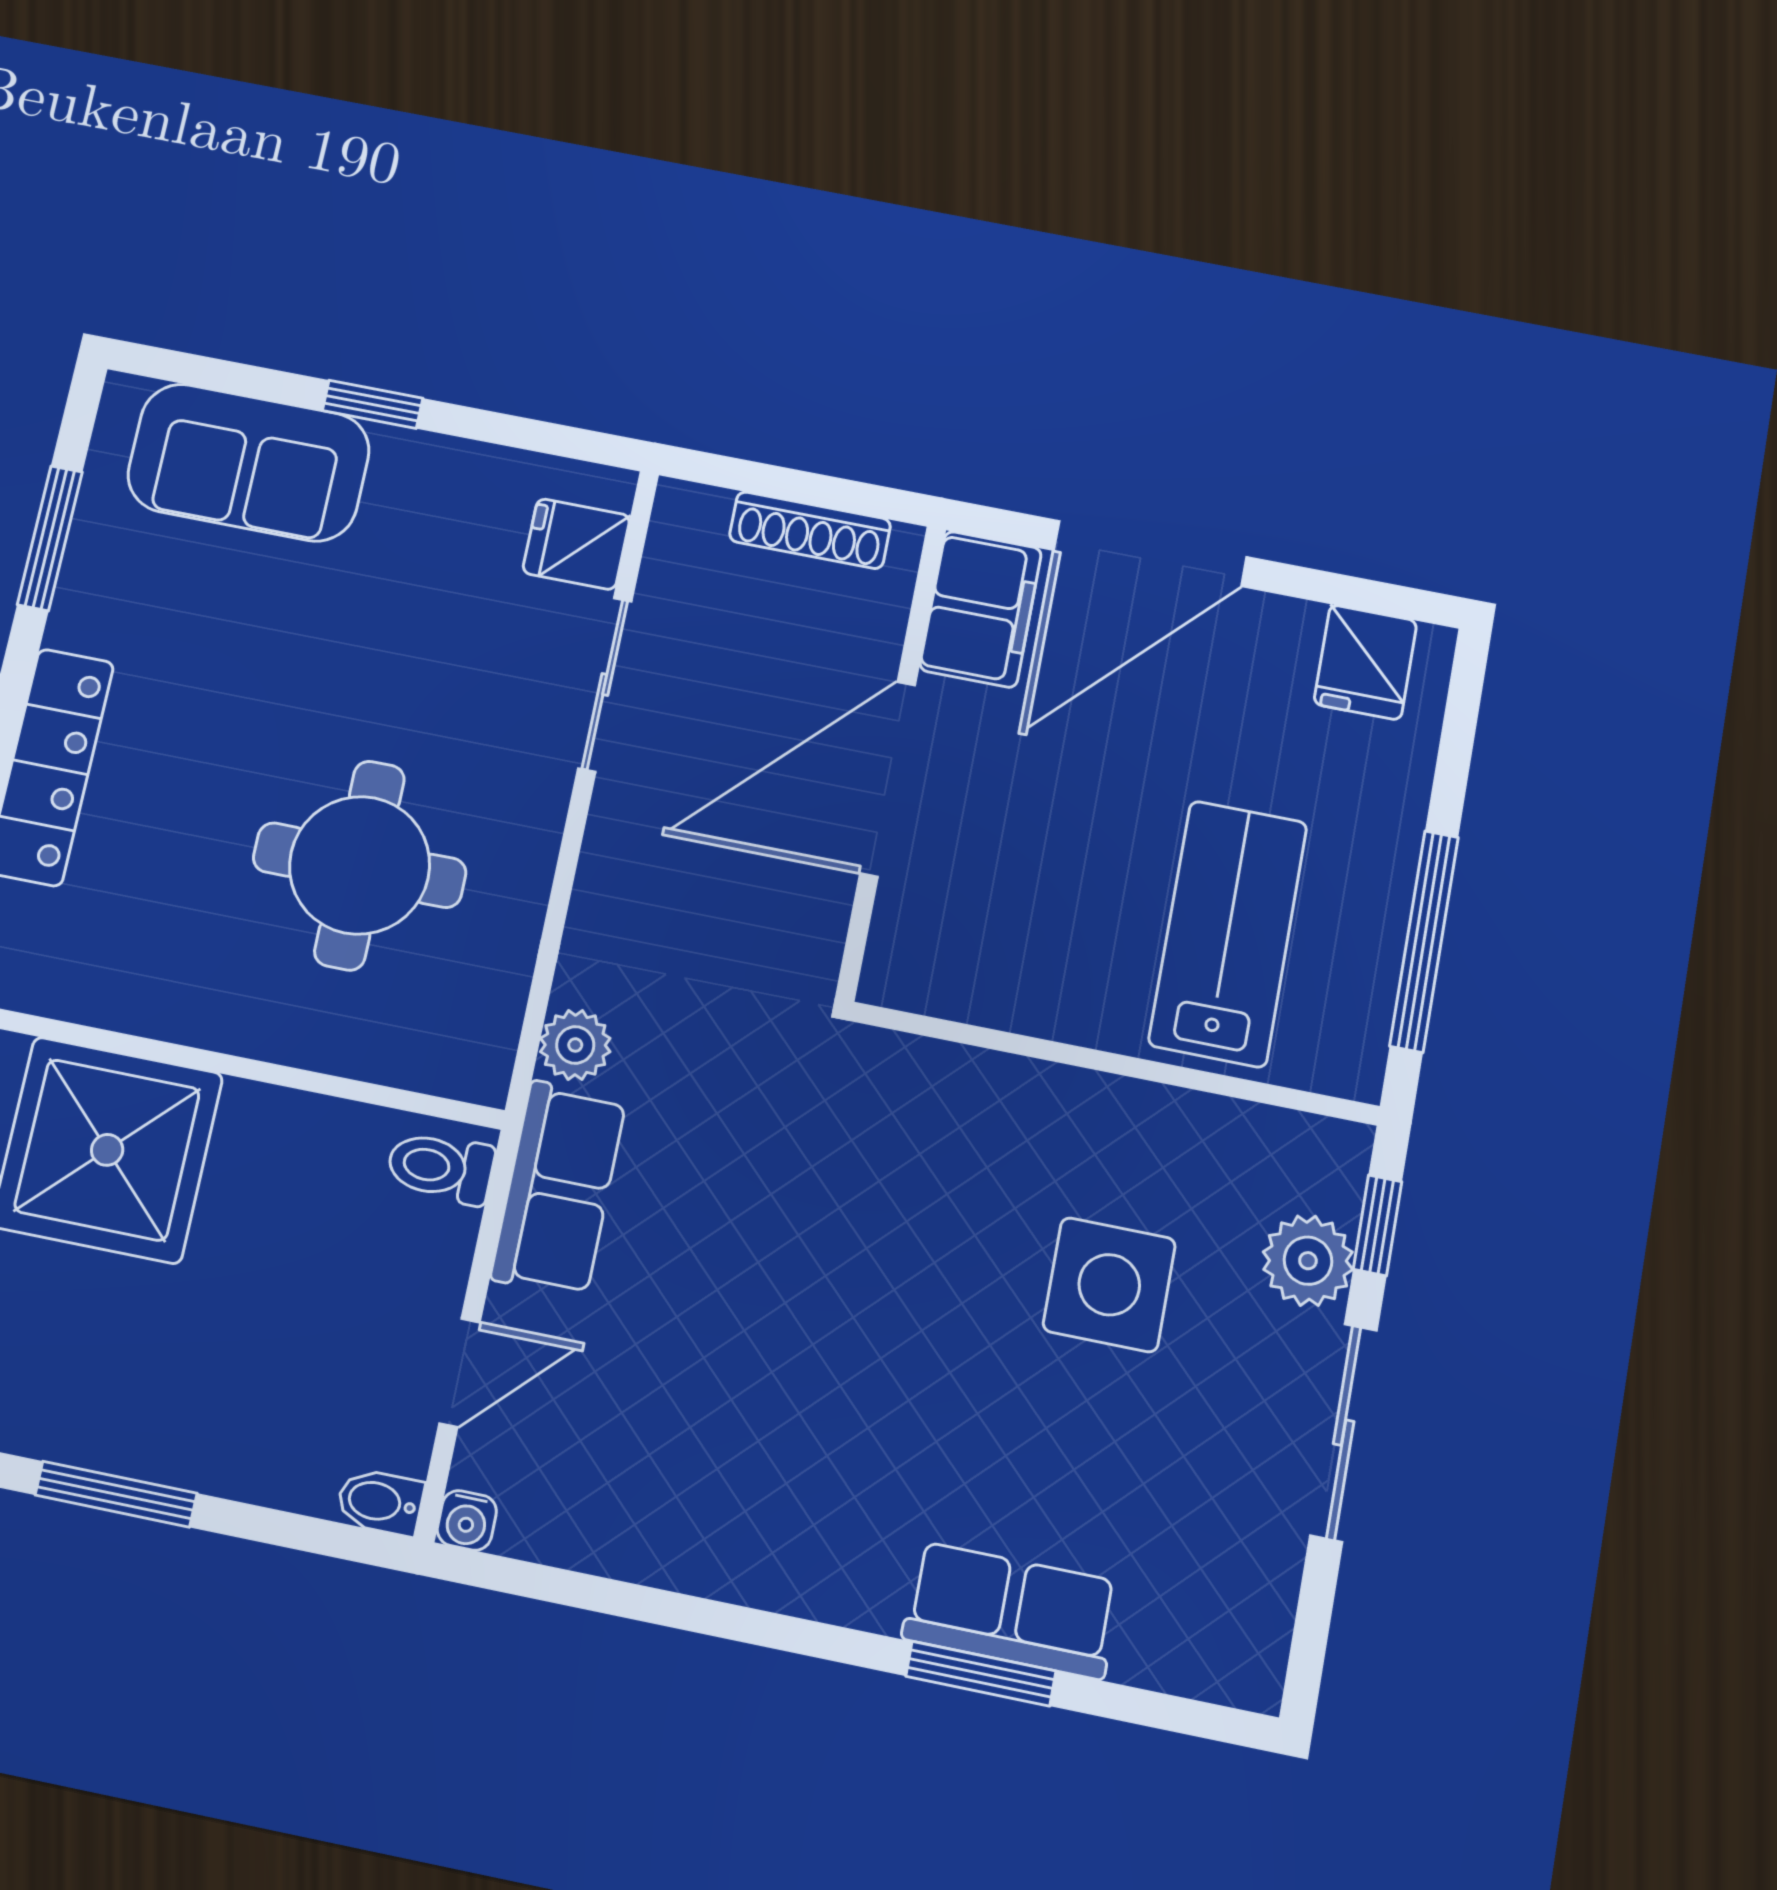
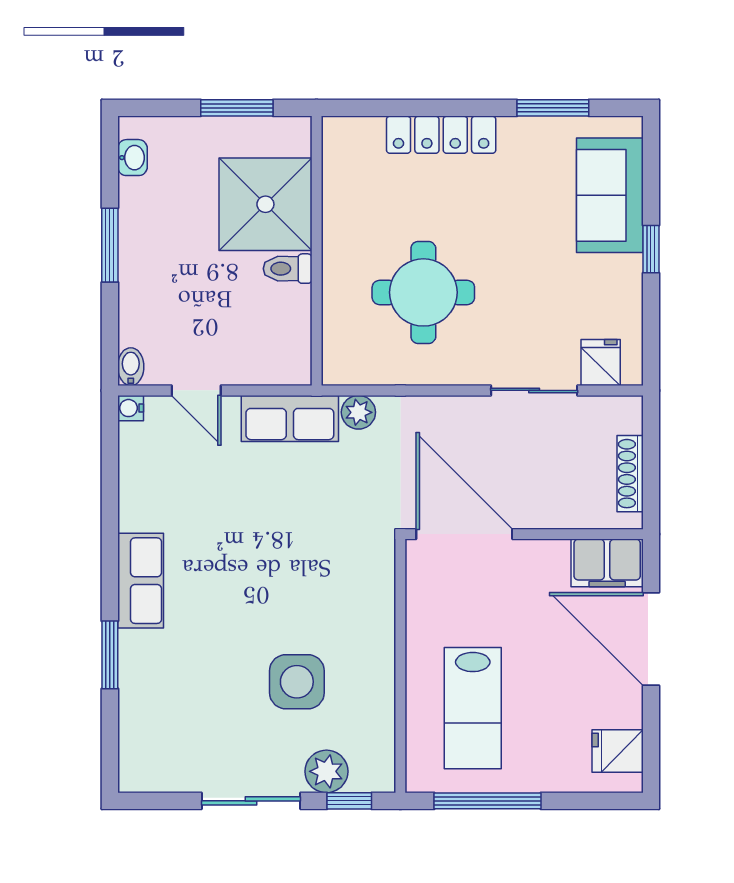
door: (888, 779) -> (464, 534), moved
lab bench: (1228, 934) -> (473, 708), turned 90
toilet: (441, 1167) -> (288, 269), moved, turned -90
row of seats: (1011, 1610) -> (141, 581), moved

